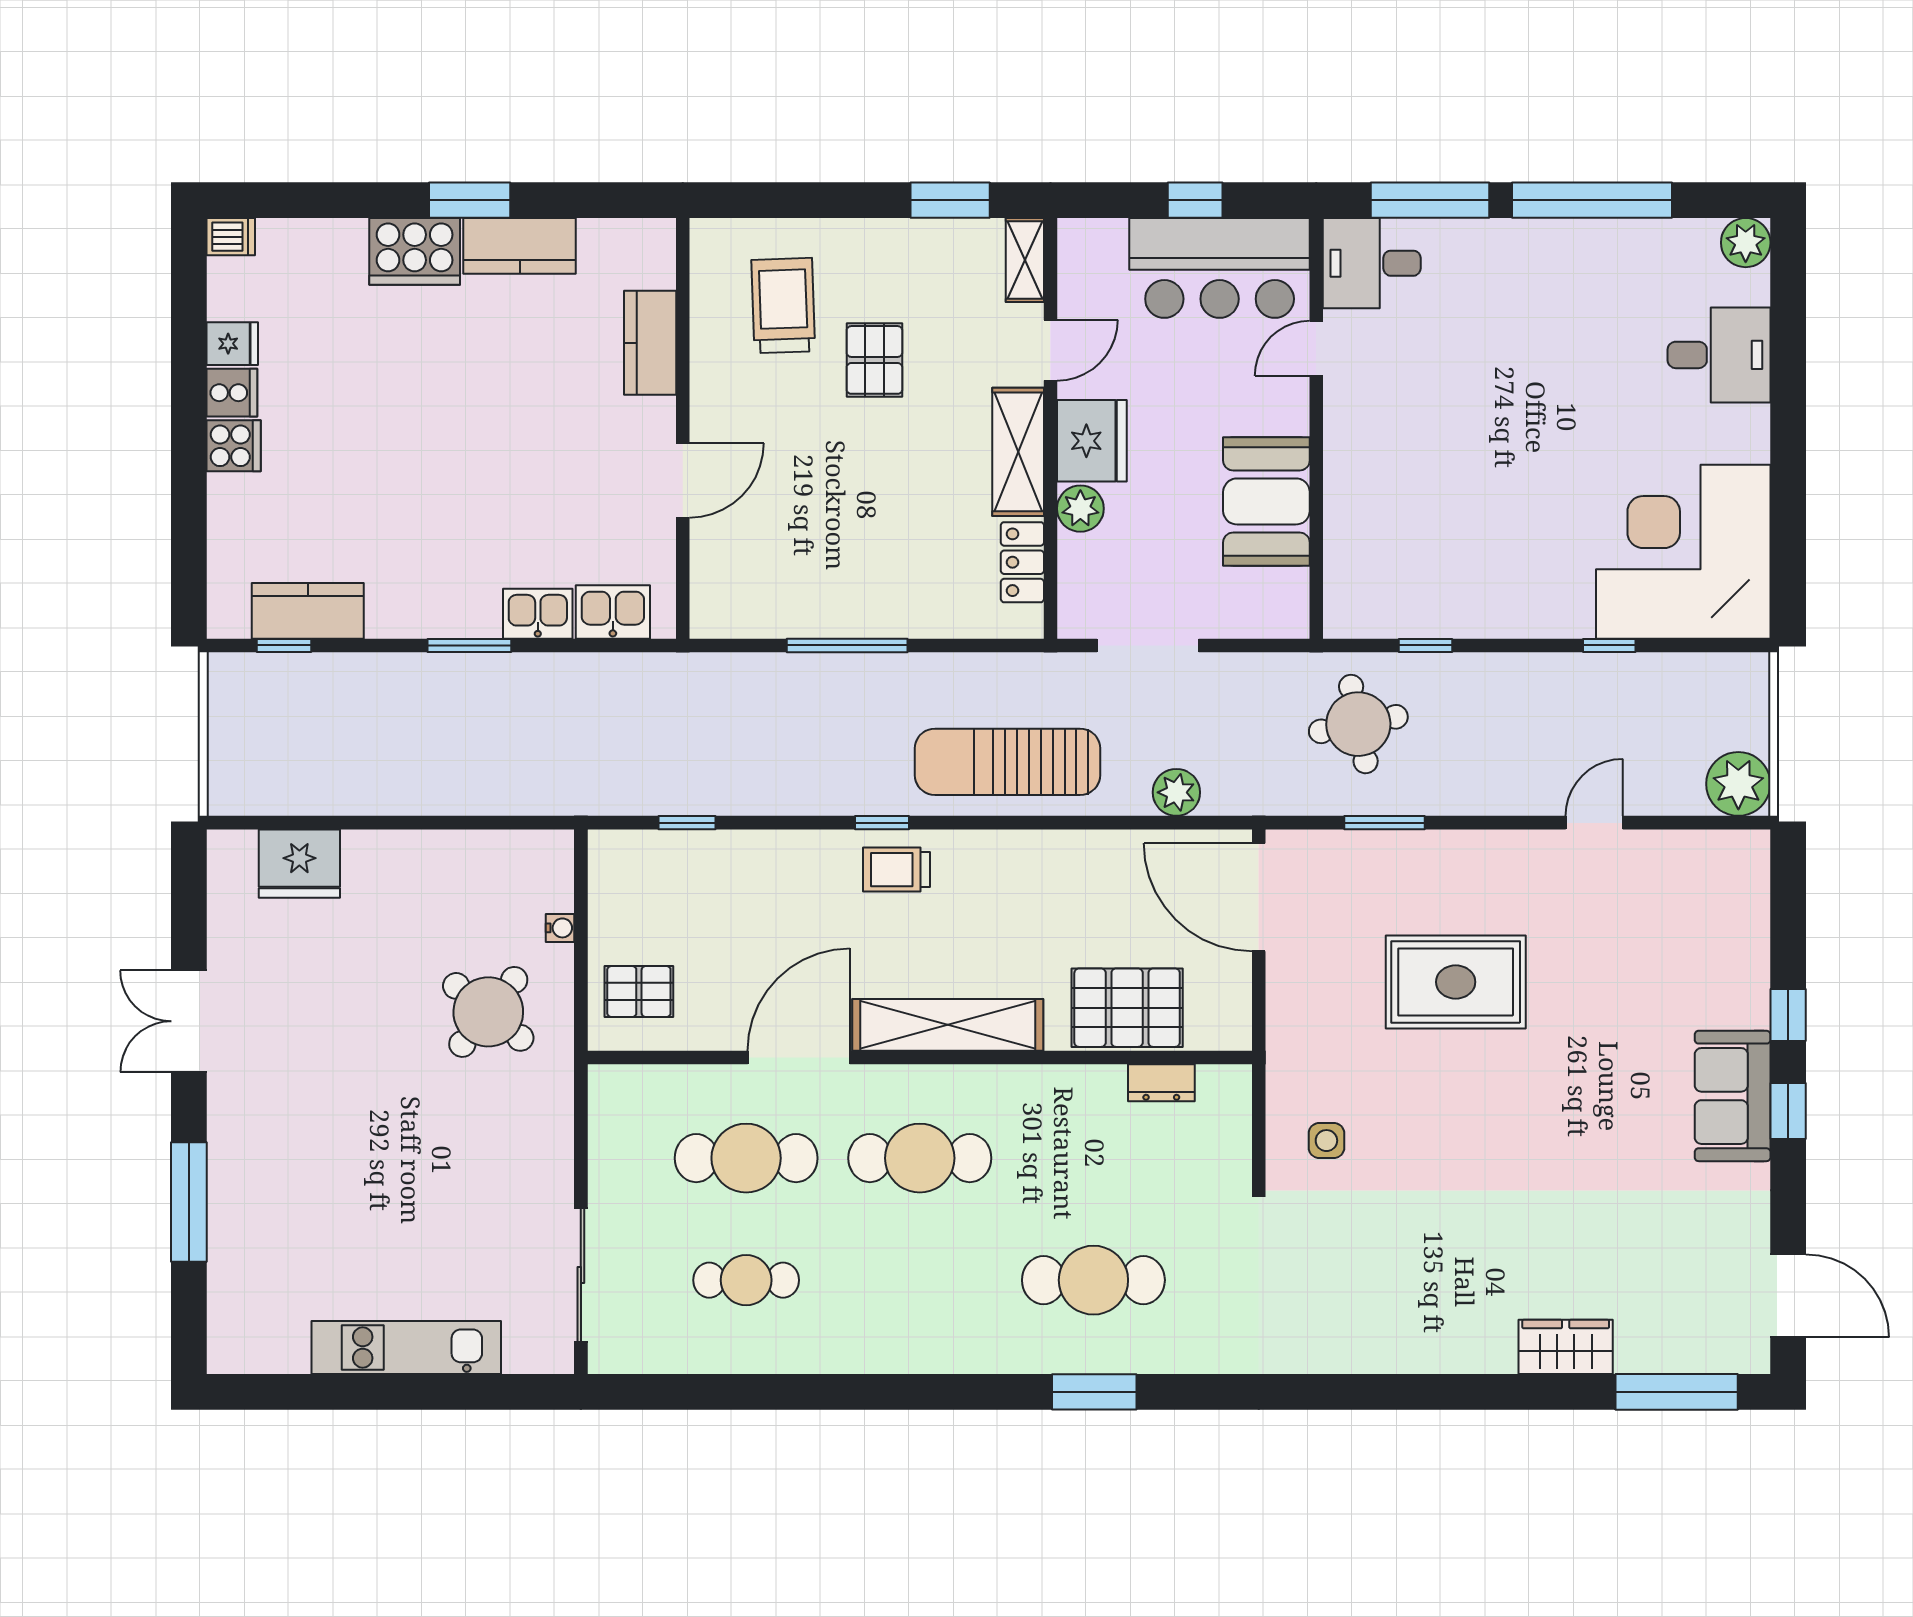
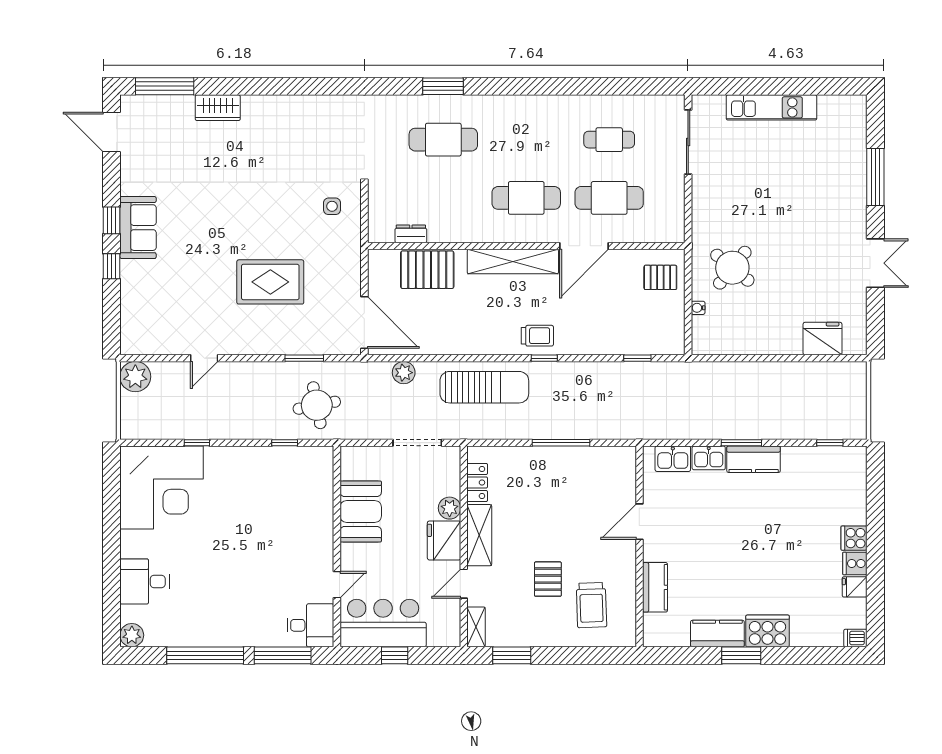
kitchen counter: (308, 611) -> (754, 459), moved

